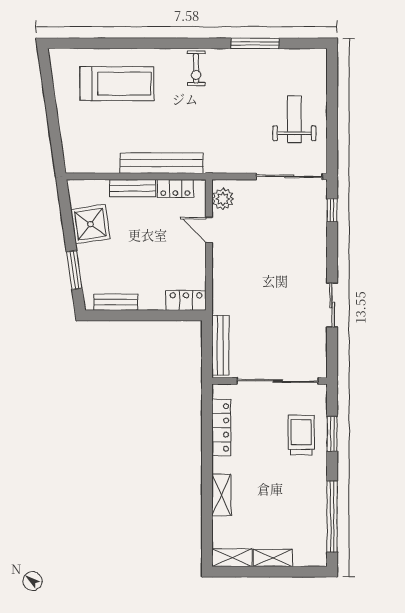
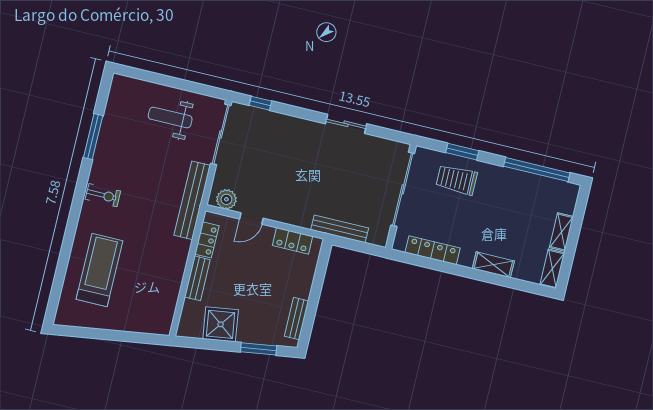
bench: (162, 163) -> (192, 200), moved
locker: (186, 300) -> (293, 241), moved, turned -90
bench: (220, 345) -> (340, 229), moved

